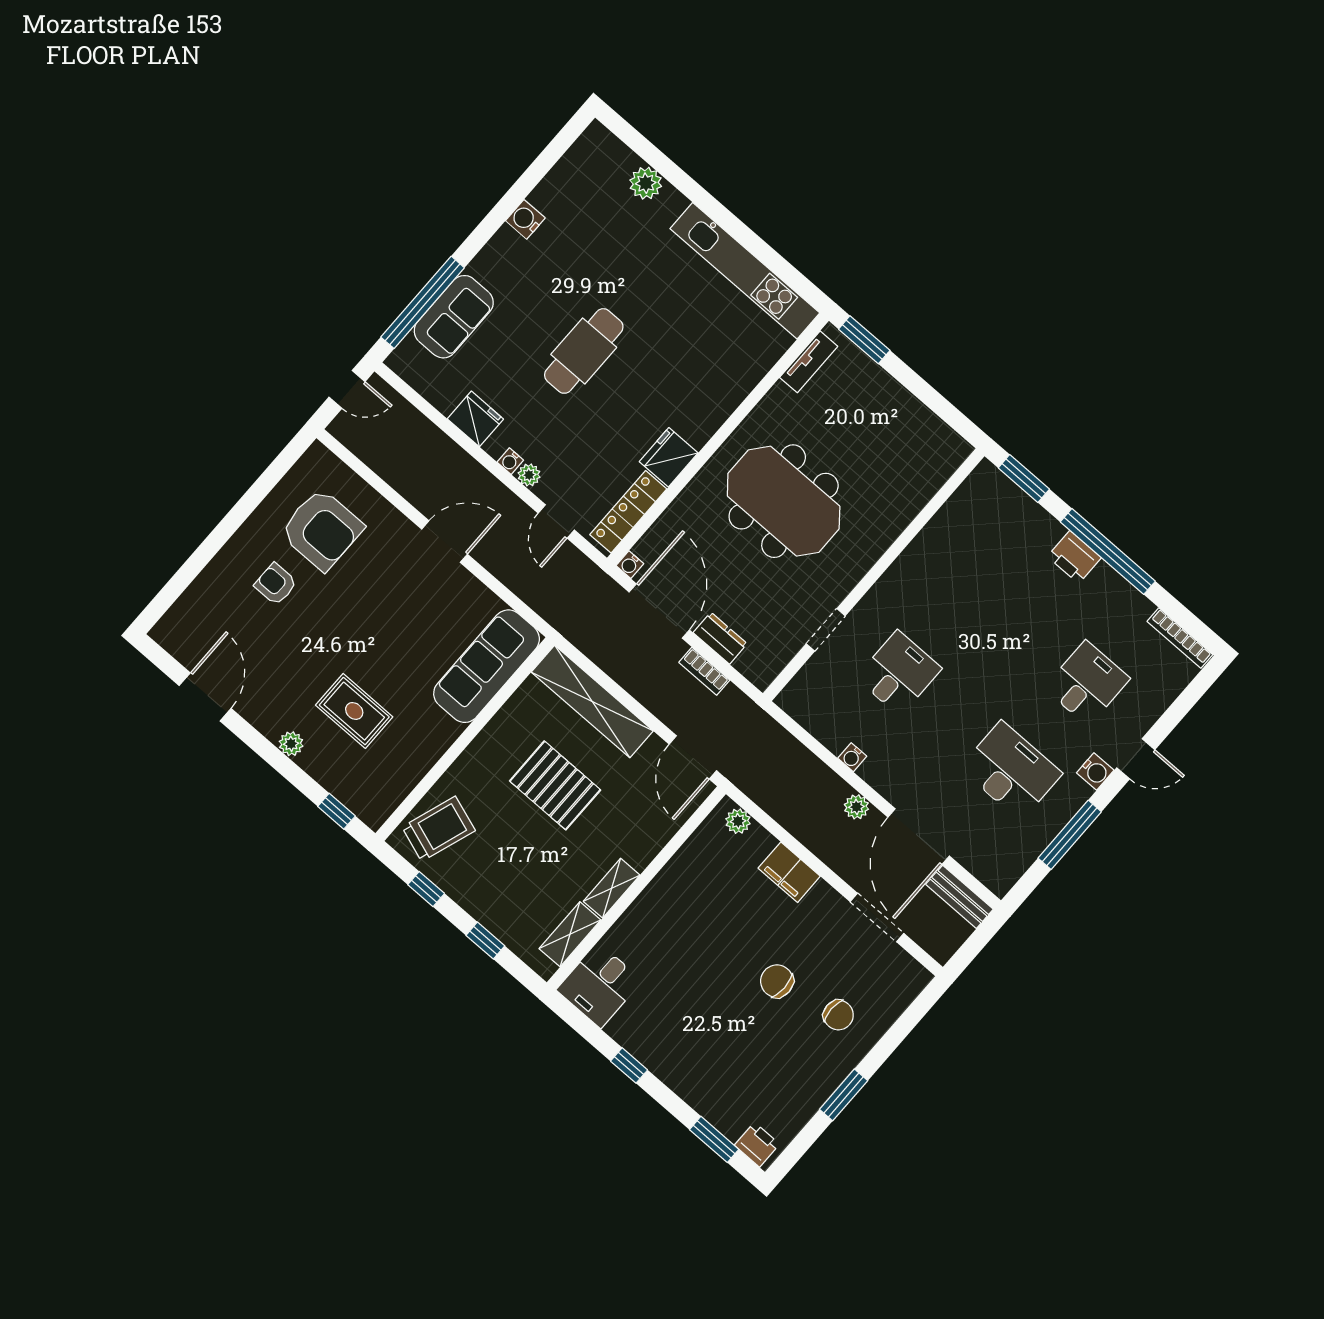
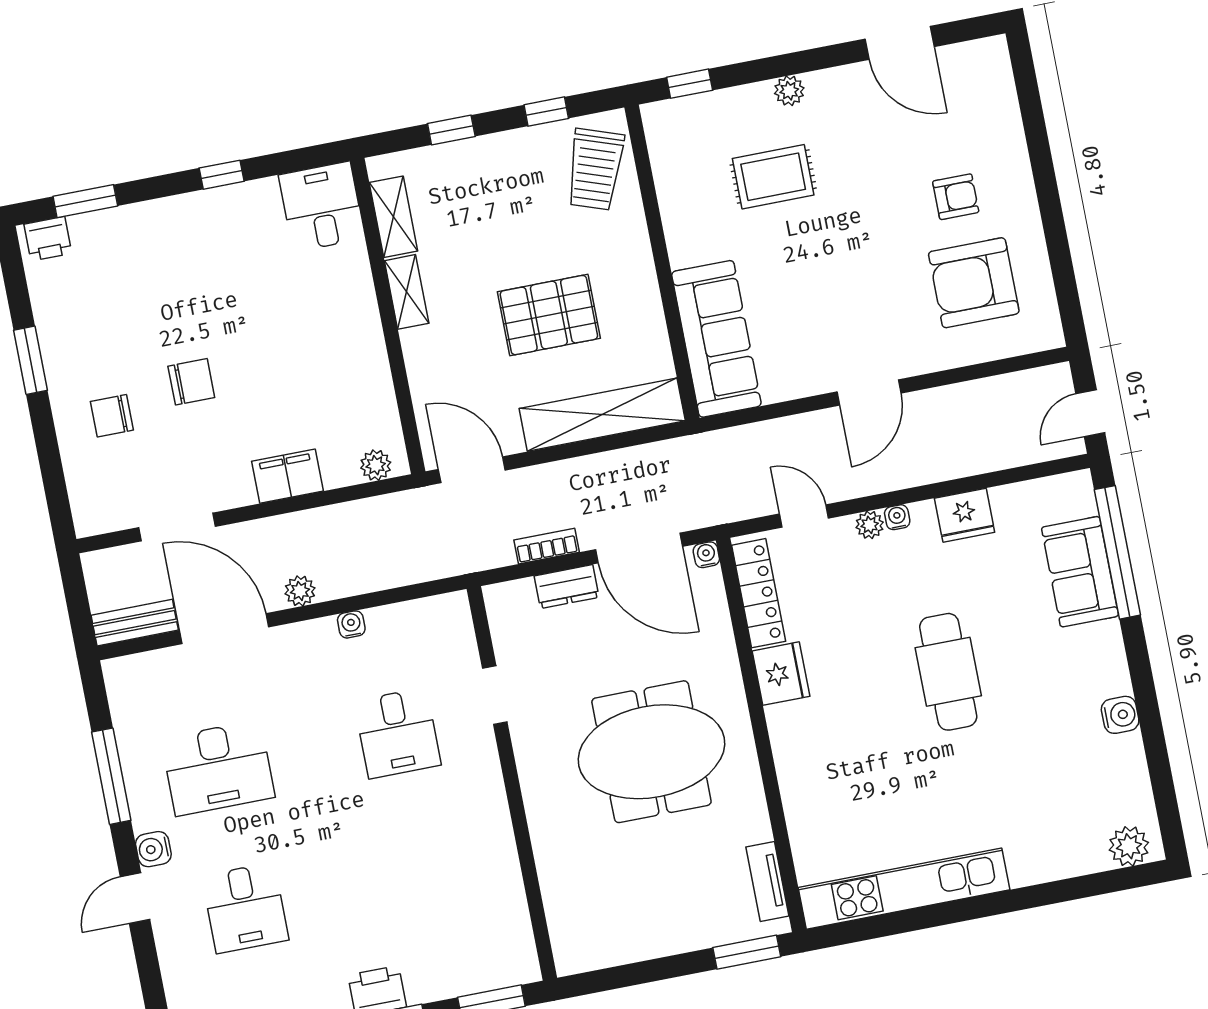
plant: (646, 183) -> (1129, 846), moved

